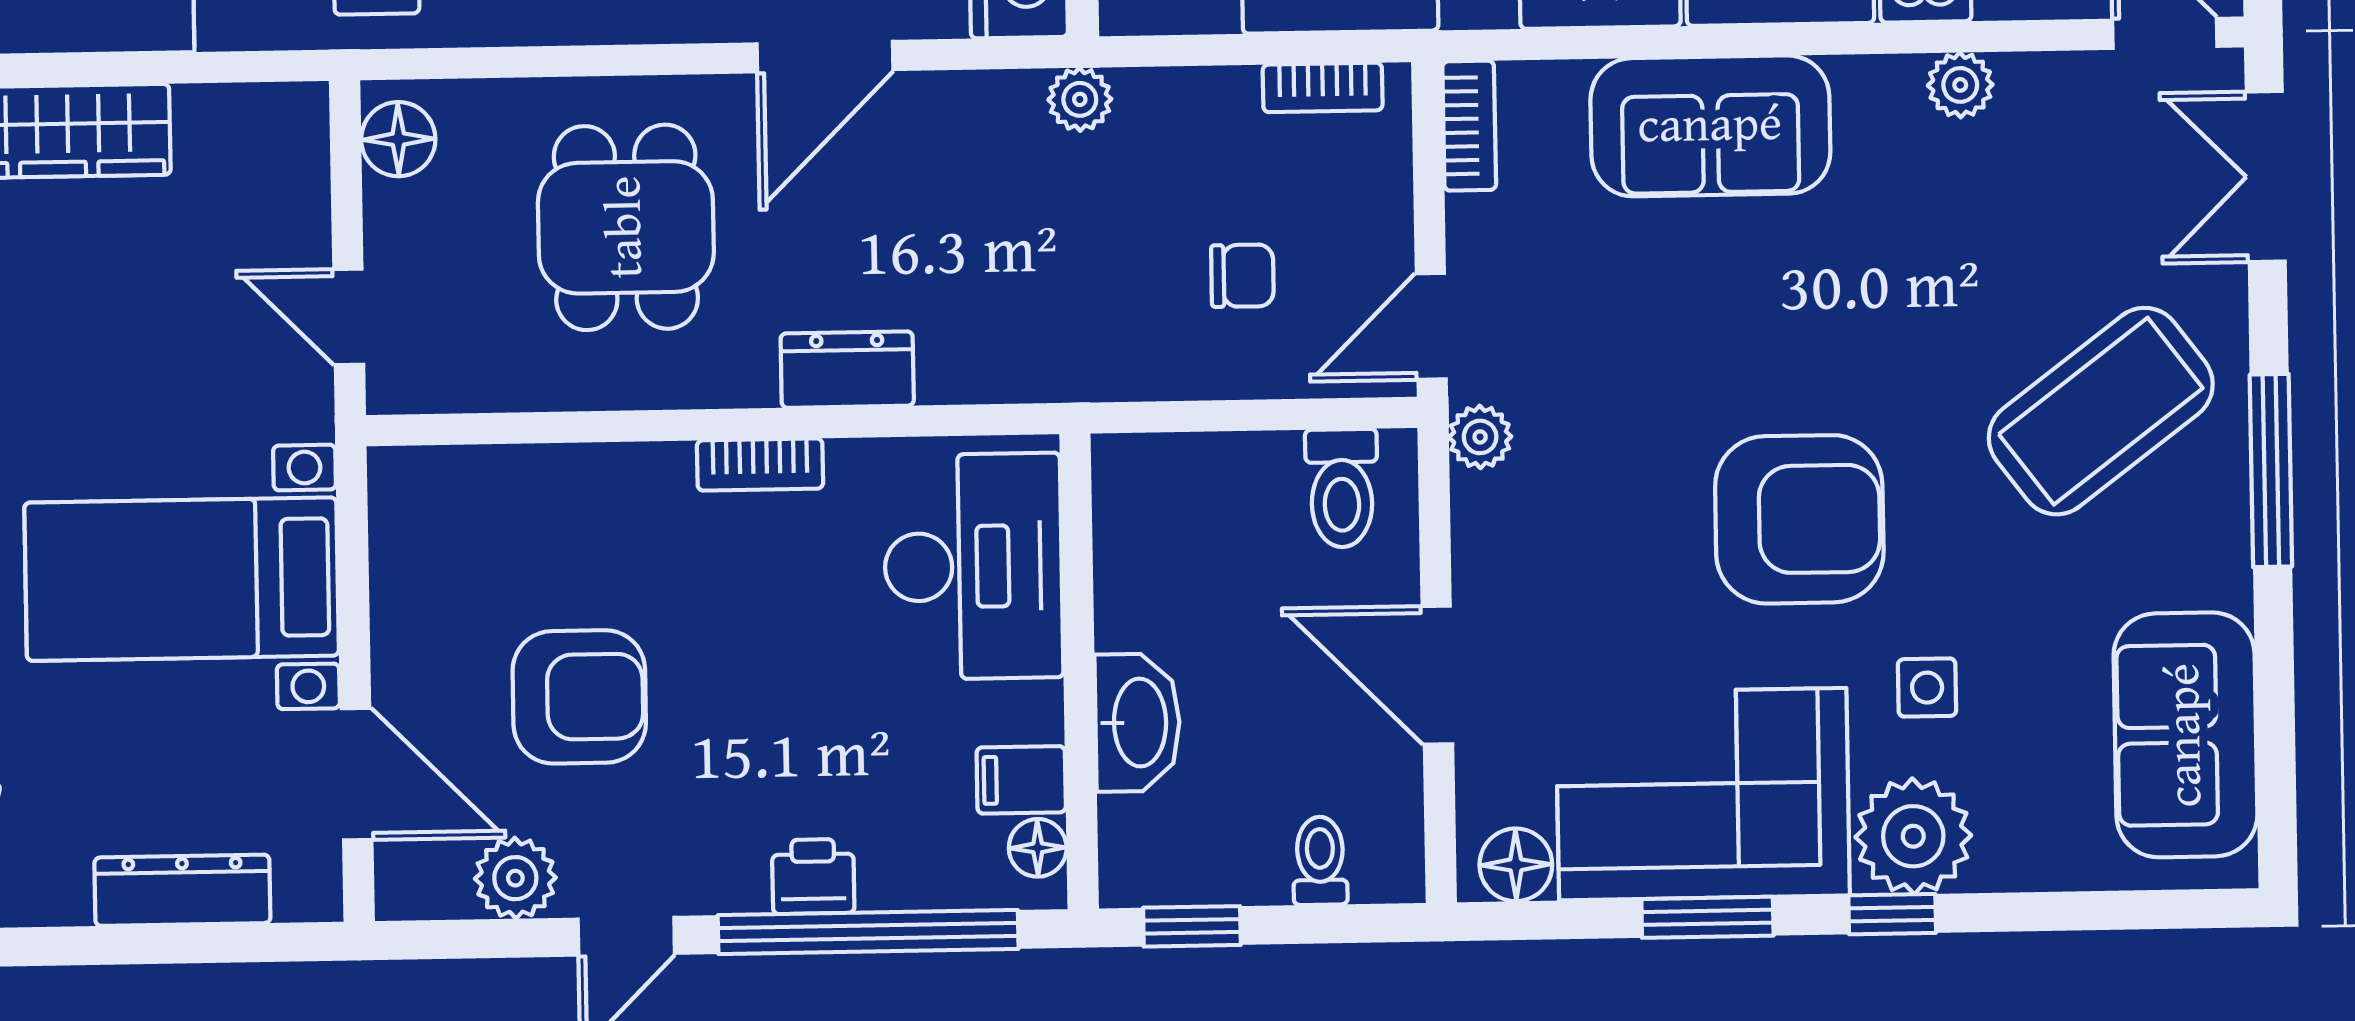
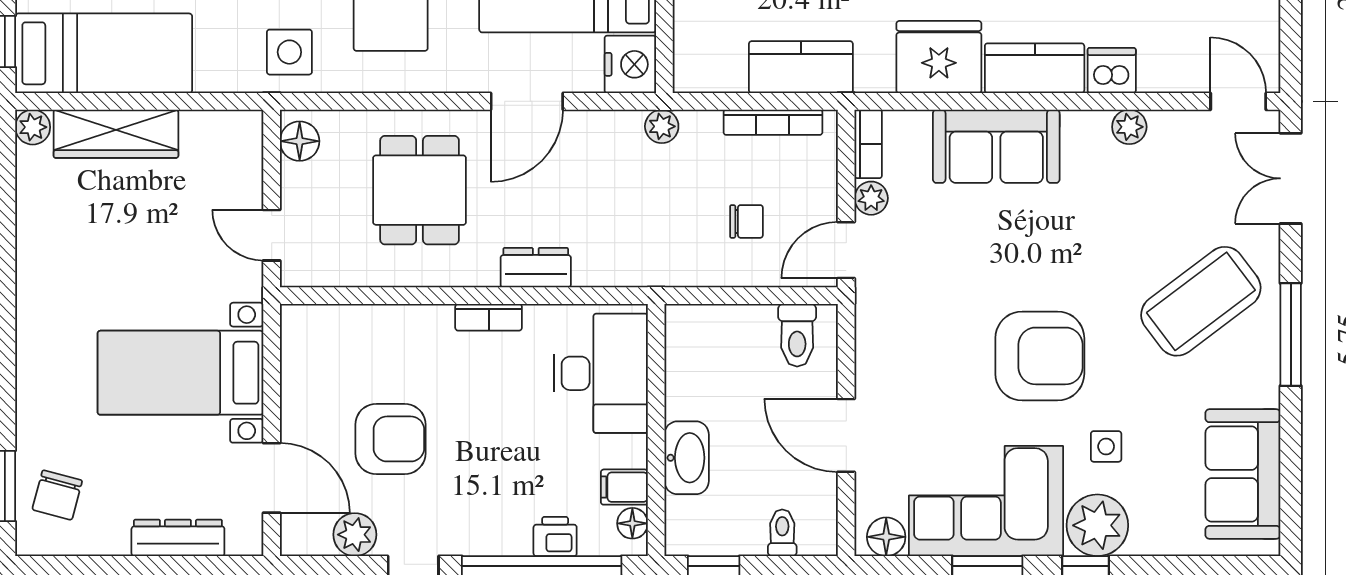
bookcase: (1323, 87) -> (773, 122), width x1.56
plant: (1480, 437) -> (871, 198), moved
printer: (813, 876) -> (555, 536), moved

